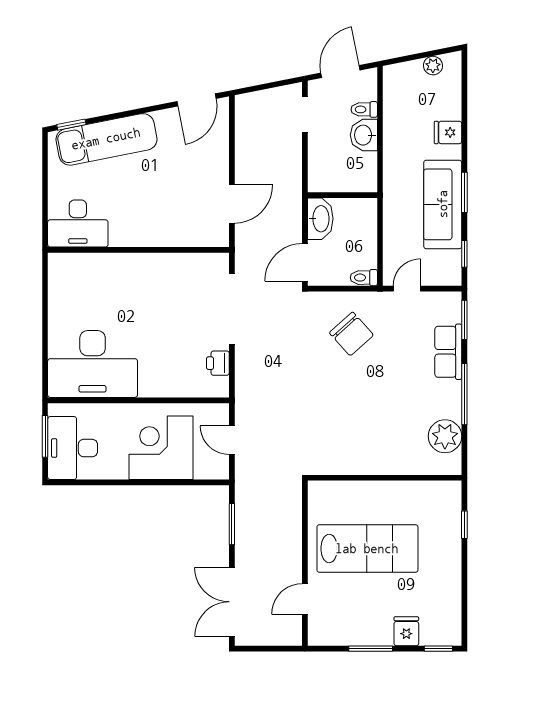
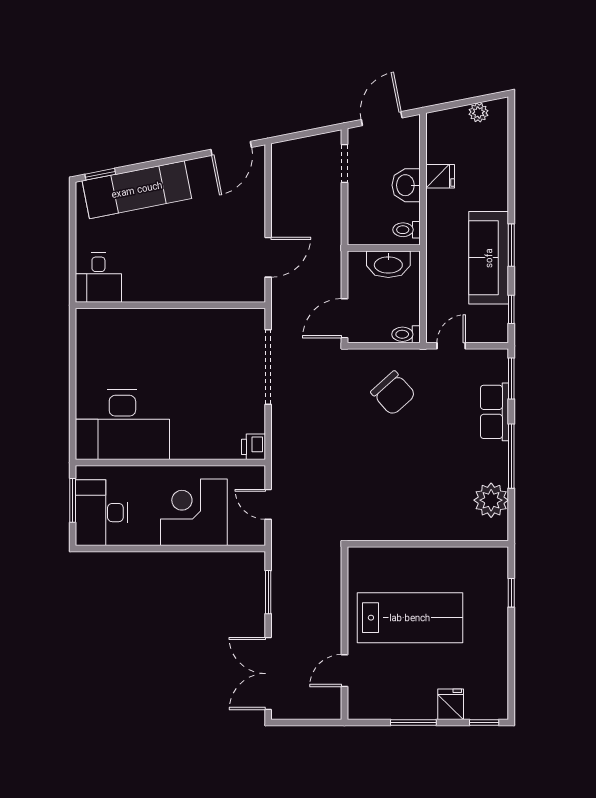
toilet: (364, 109) -> (407, 230), moved
fridge: (448, 132) -> (440, 176), moved, turned 180
washbasin: (320, 219) -> (388, 264), moved, turned 90
desk: (78, 223) -> (98, 278), width x0.73
printer: (218, 363) -> (253, 447), moved

